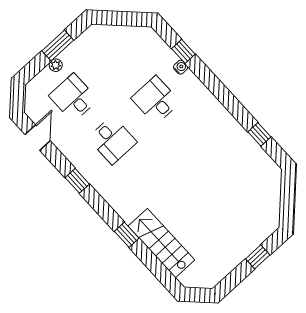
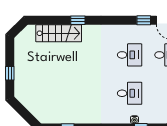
desk: (112, 140) -> (130, 55), turned 180
window: (77, 181) -> (144, 20), moved

